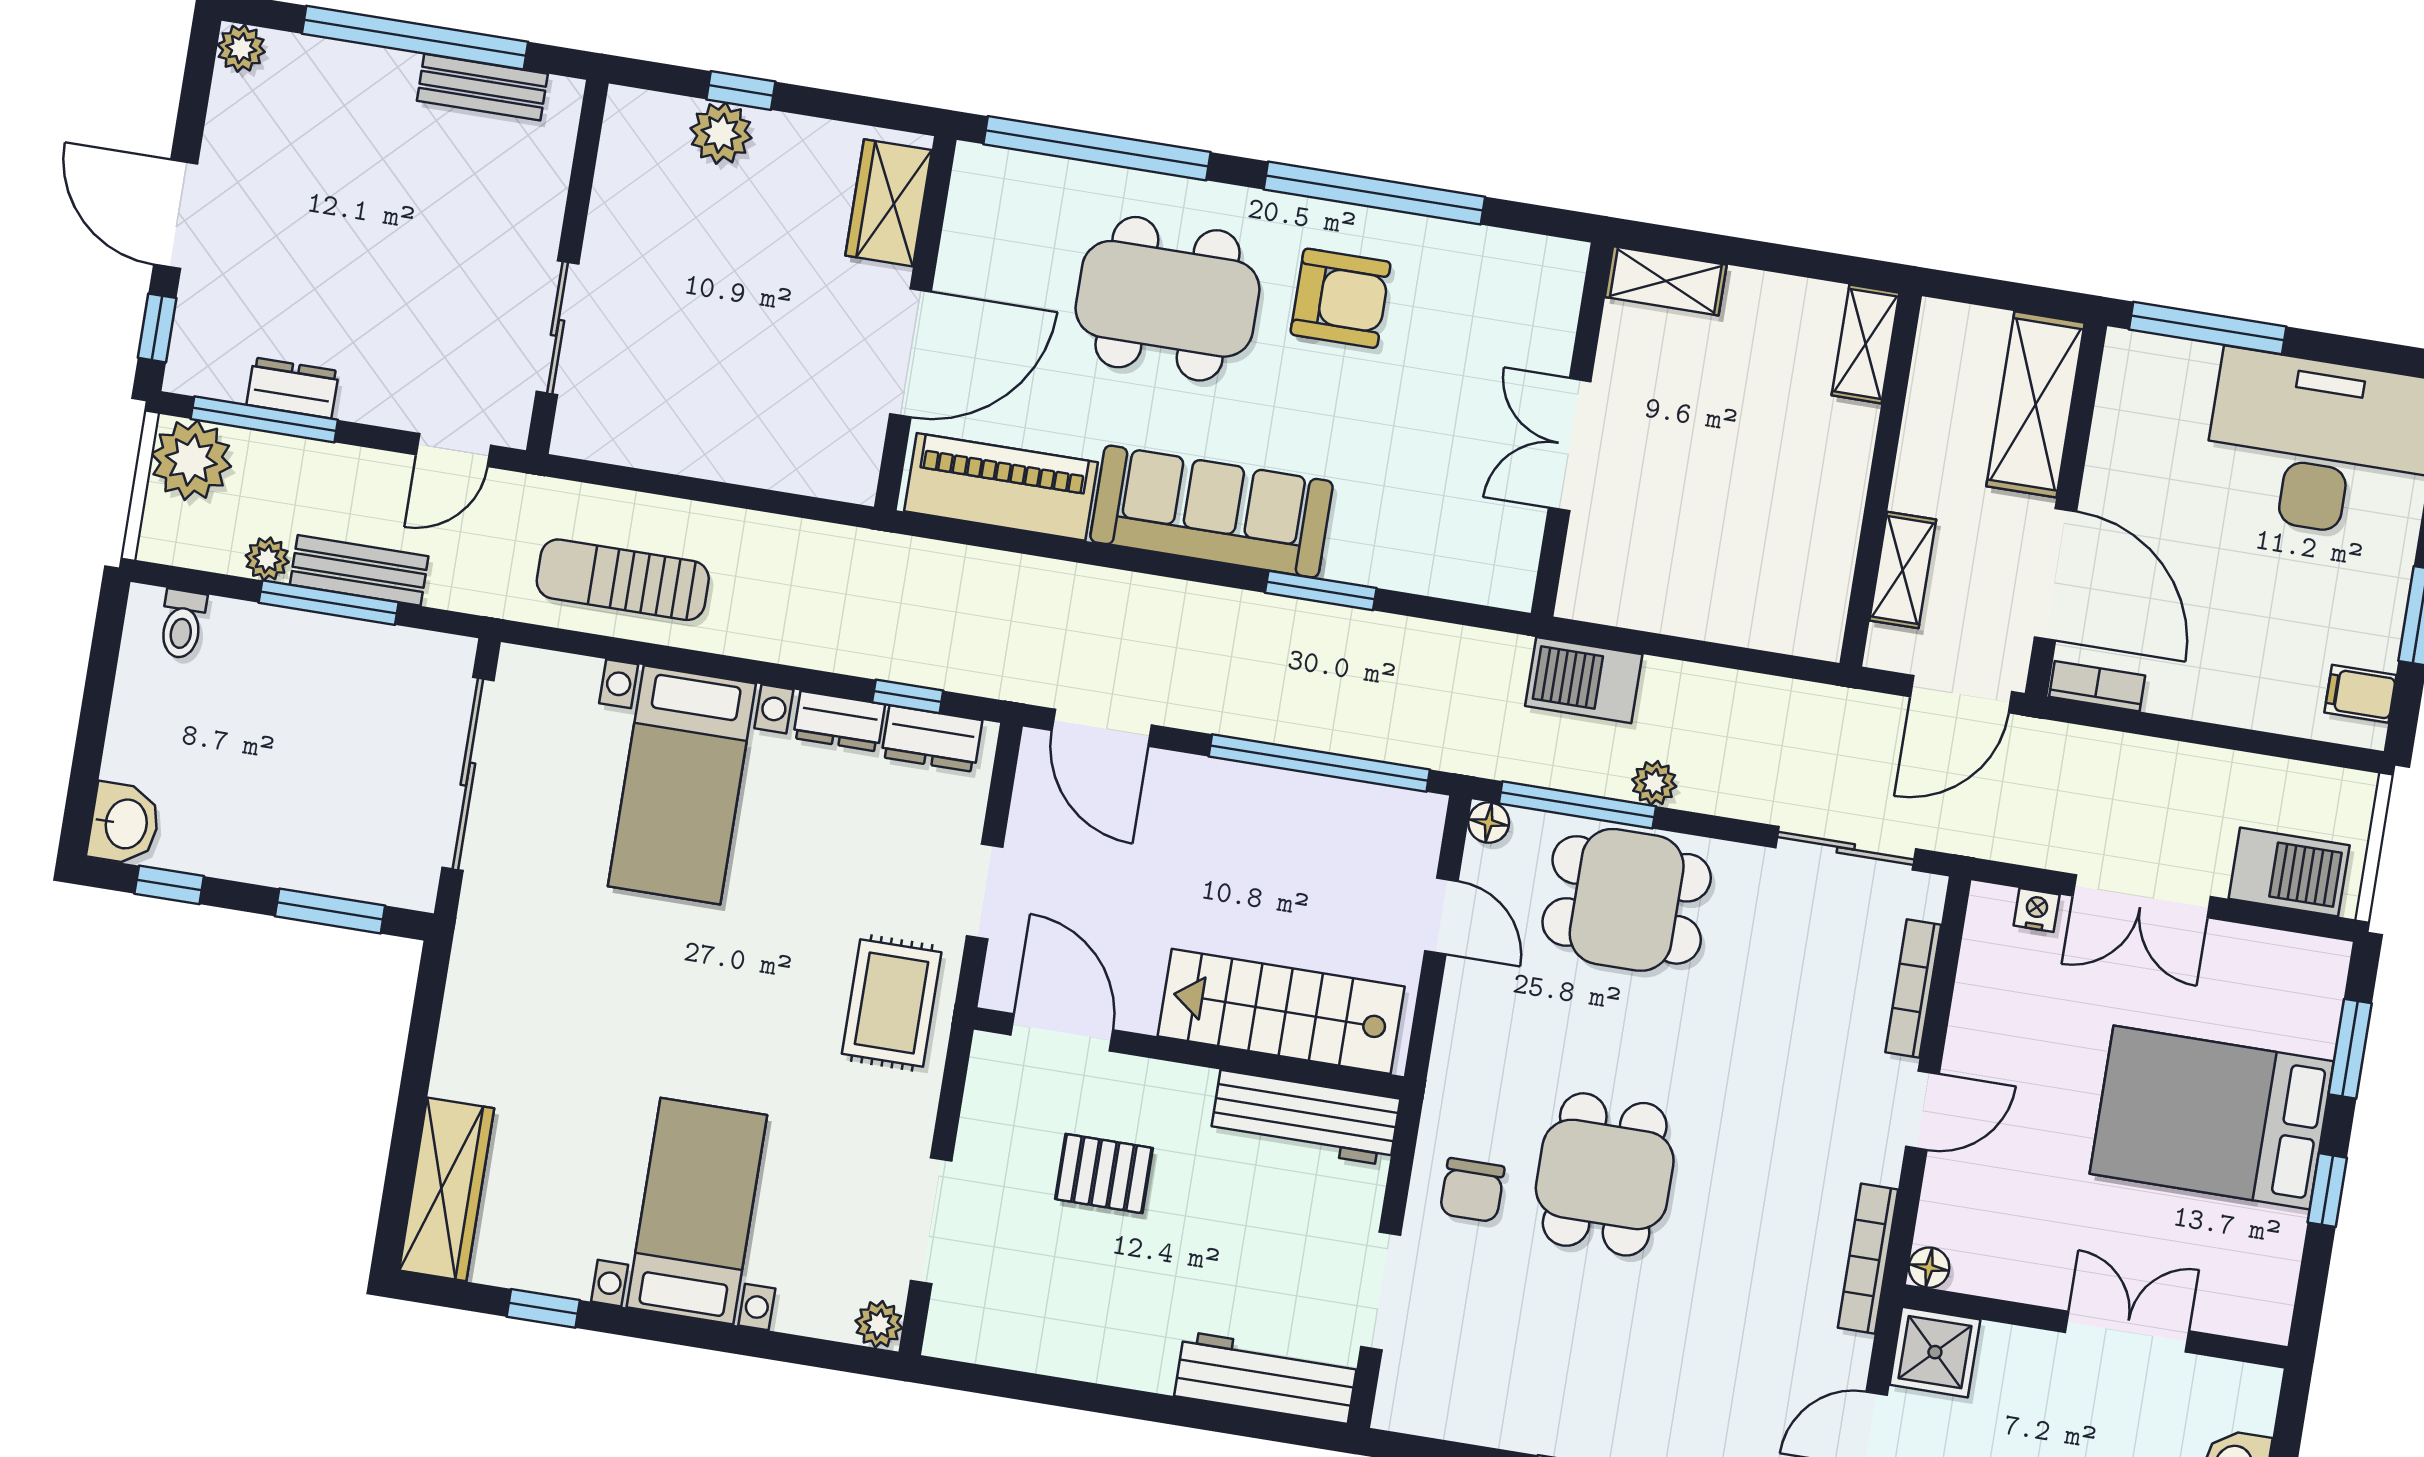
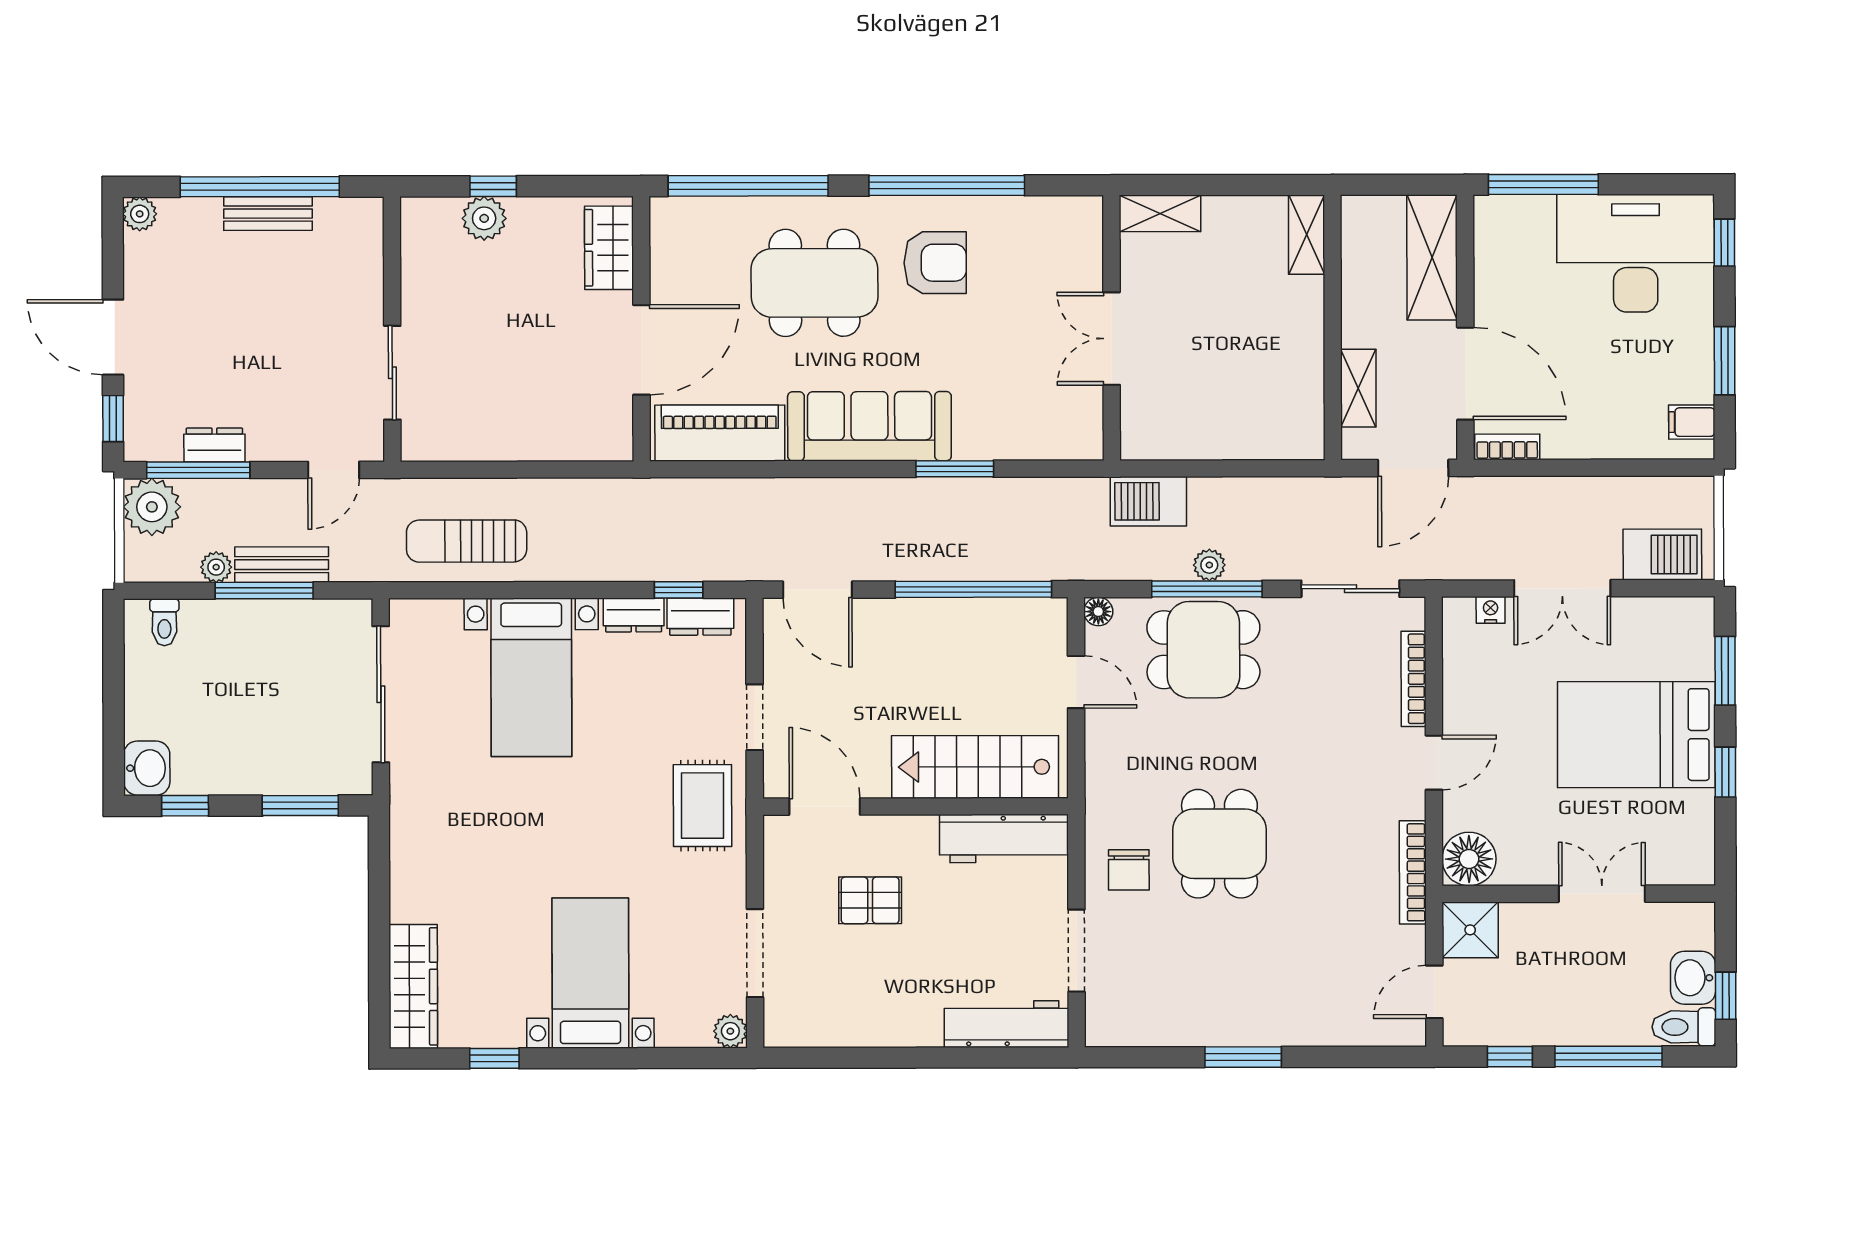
bench: (482, 87) -> (268, 214), moved
window: (1577, 805) -> (1207, 589), moved
floor lamp: (1929, 1268) -> (1469, 859), width x1.89, depth x1.89

